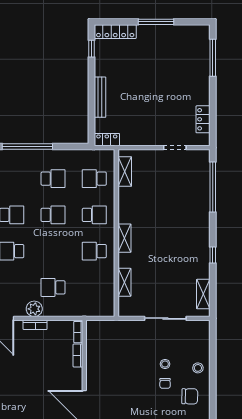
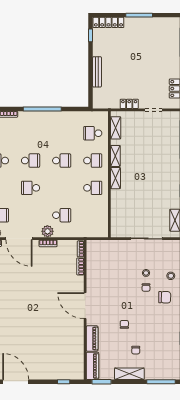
locker: (107, 140) -> (129, 104), moved
school desk: (53, 179) -> (62, 133), removed
school desk: (94, 251) -> (93, 188), turned 180
shelving: (124, 282) -> (115, 156), moved
school desk: (53, 287) -> (62, 215), turned 180

